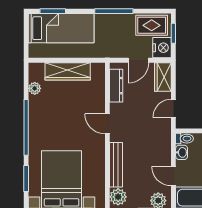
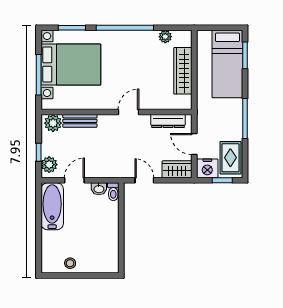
bench: (116, 165) -> (80, 121), width x0.73

